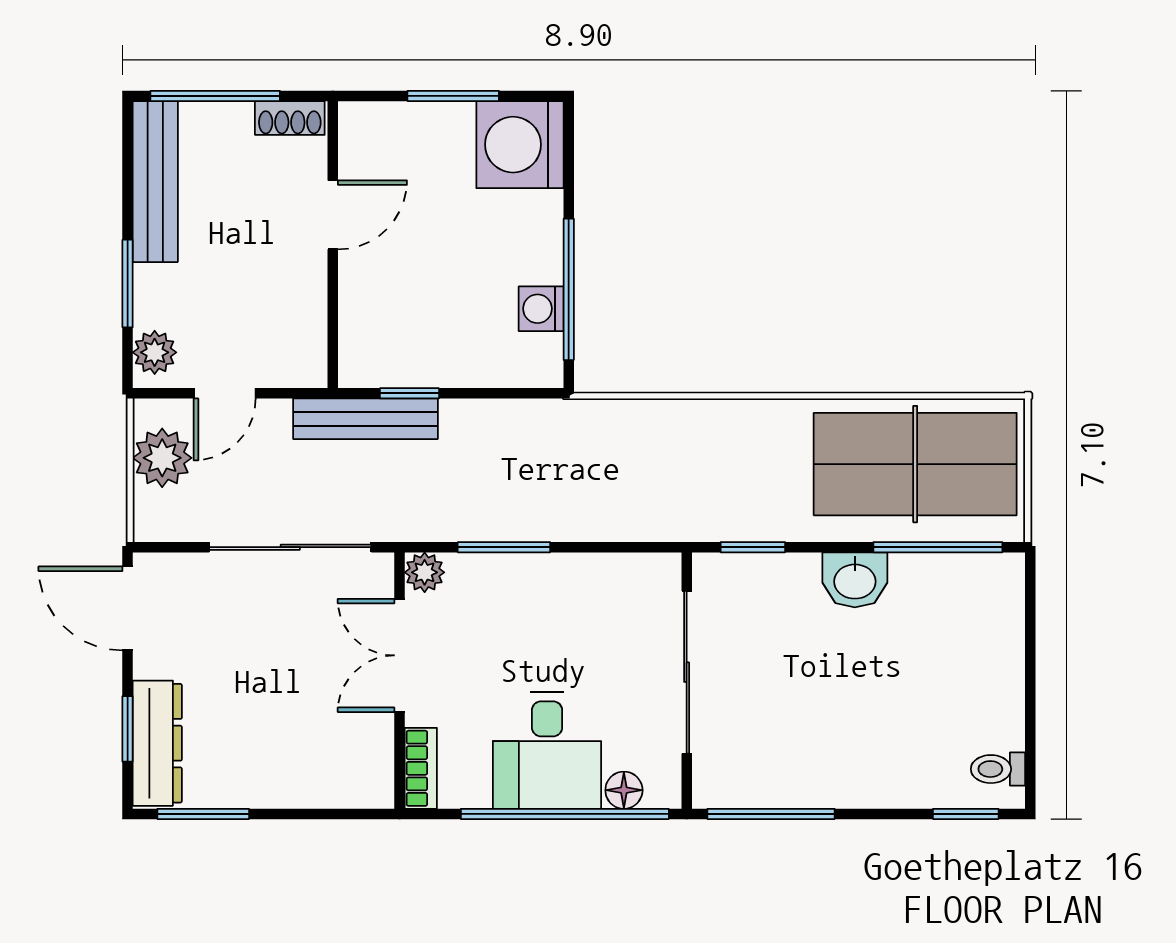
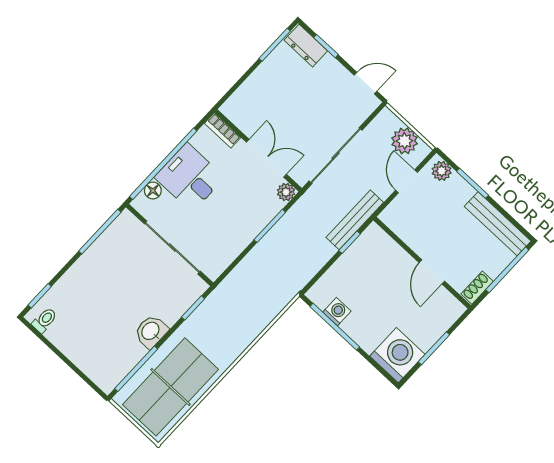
door: (128, 608) -> (366, 83), width x0.73
dresser: (157, 743) -> (306, 46), width x0.70

